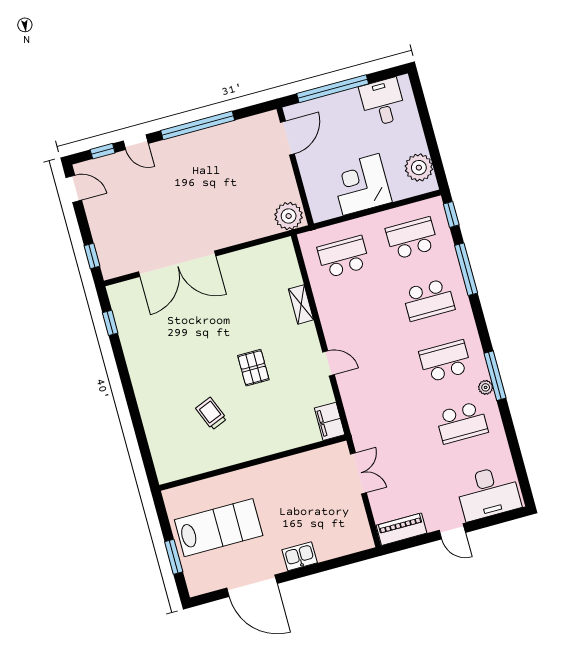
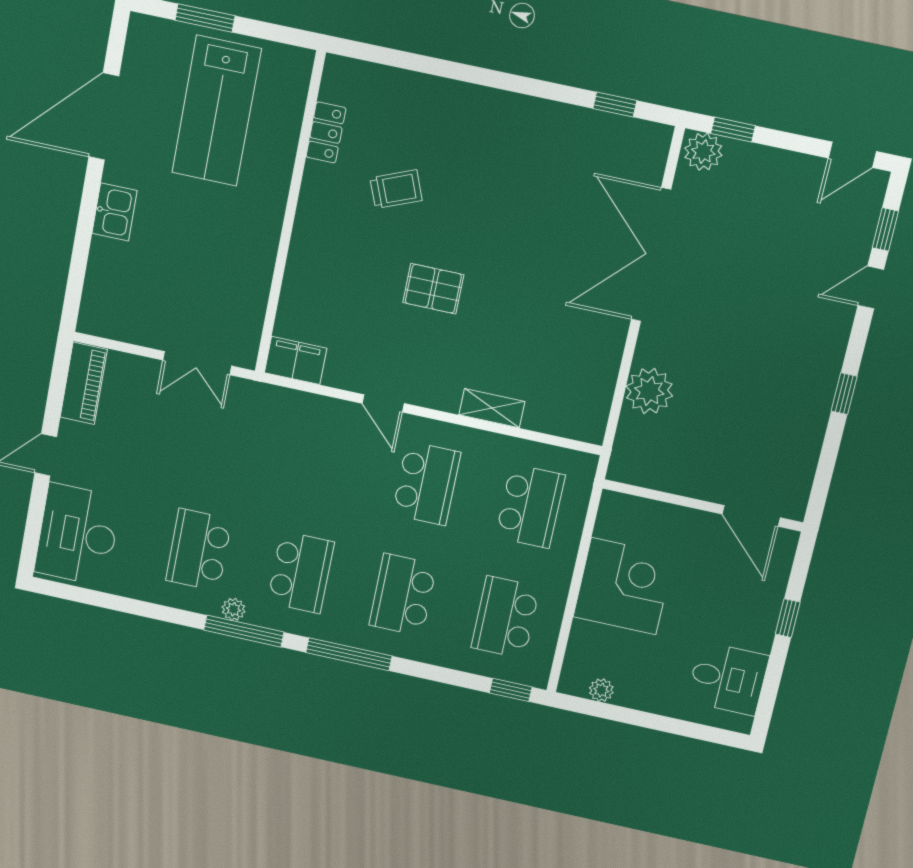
window: (333, 89) -> (788, 618), width x0.32
window: (198, 125) -> (844, 394), width x0.32
plant: (419, 168) -> (601, 690), width x0.53, depth x0.53
plant: (289, 216) -> (649, 391), moved
school desk: (412, 238) -> (505, 617), turned 180
plant: (111, 265) -> (703, 152), added
window: (466, 269) -> (349, 654), moved
school desk: (360, 318) -> (426, 483), added
door: (329, 363) -> (383, 403), hinge flipped
locker: (201, 465) -> (326, 132), added

